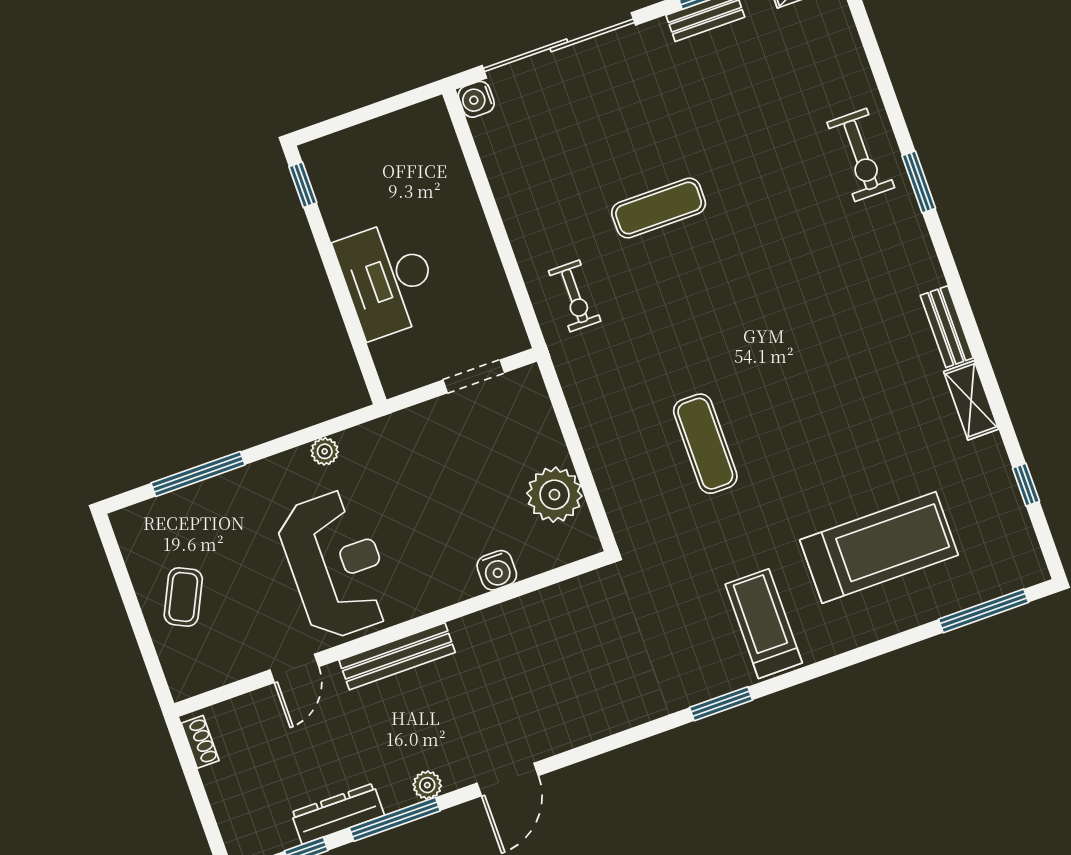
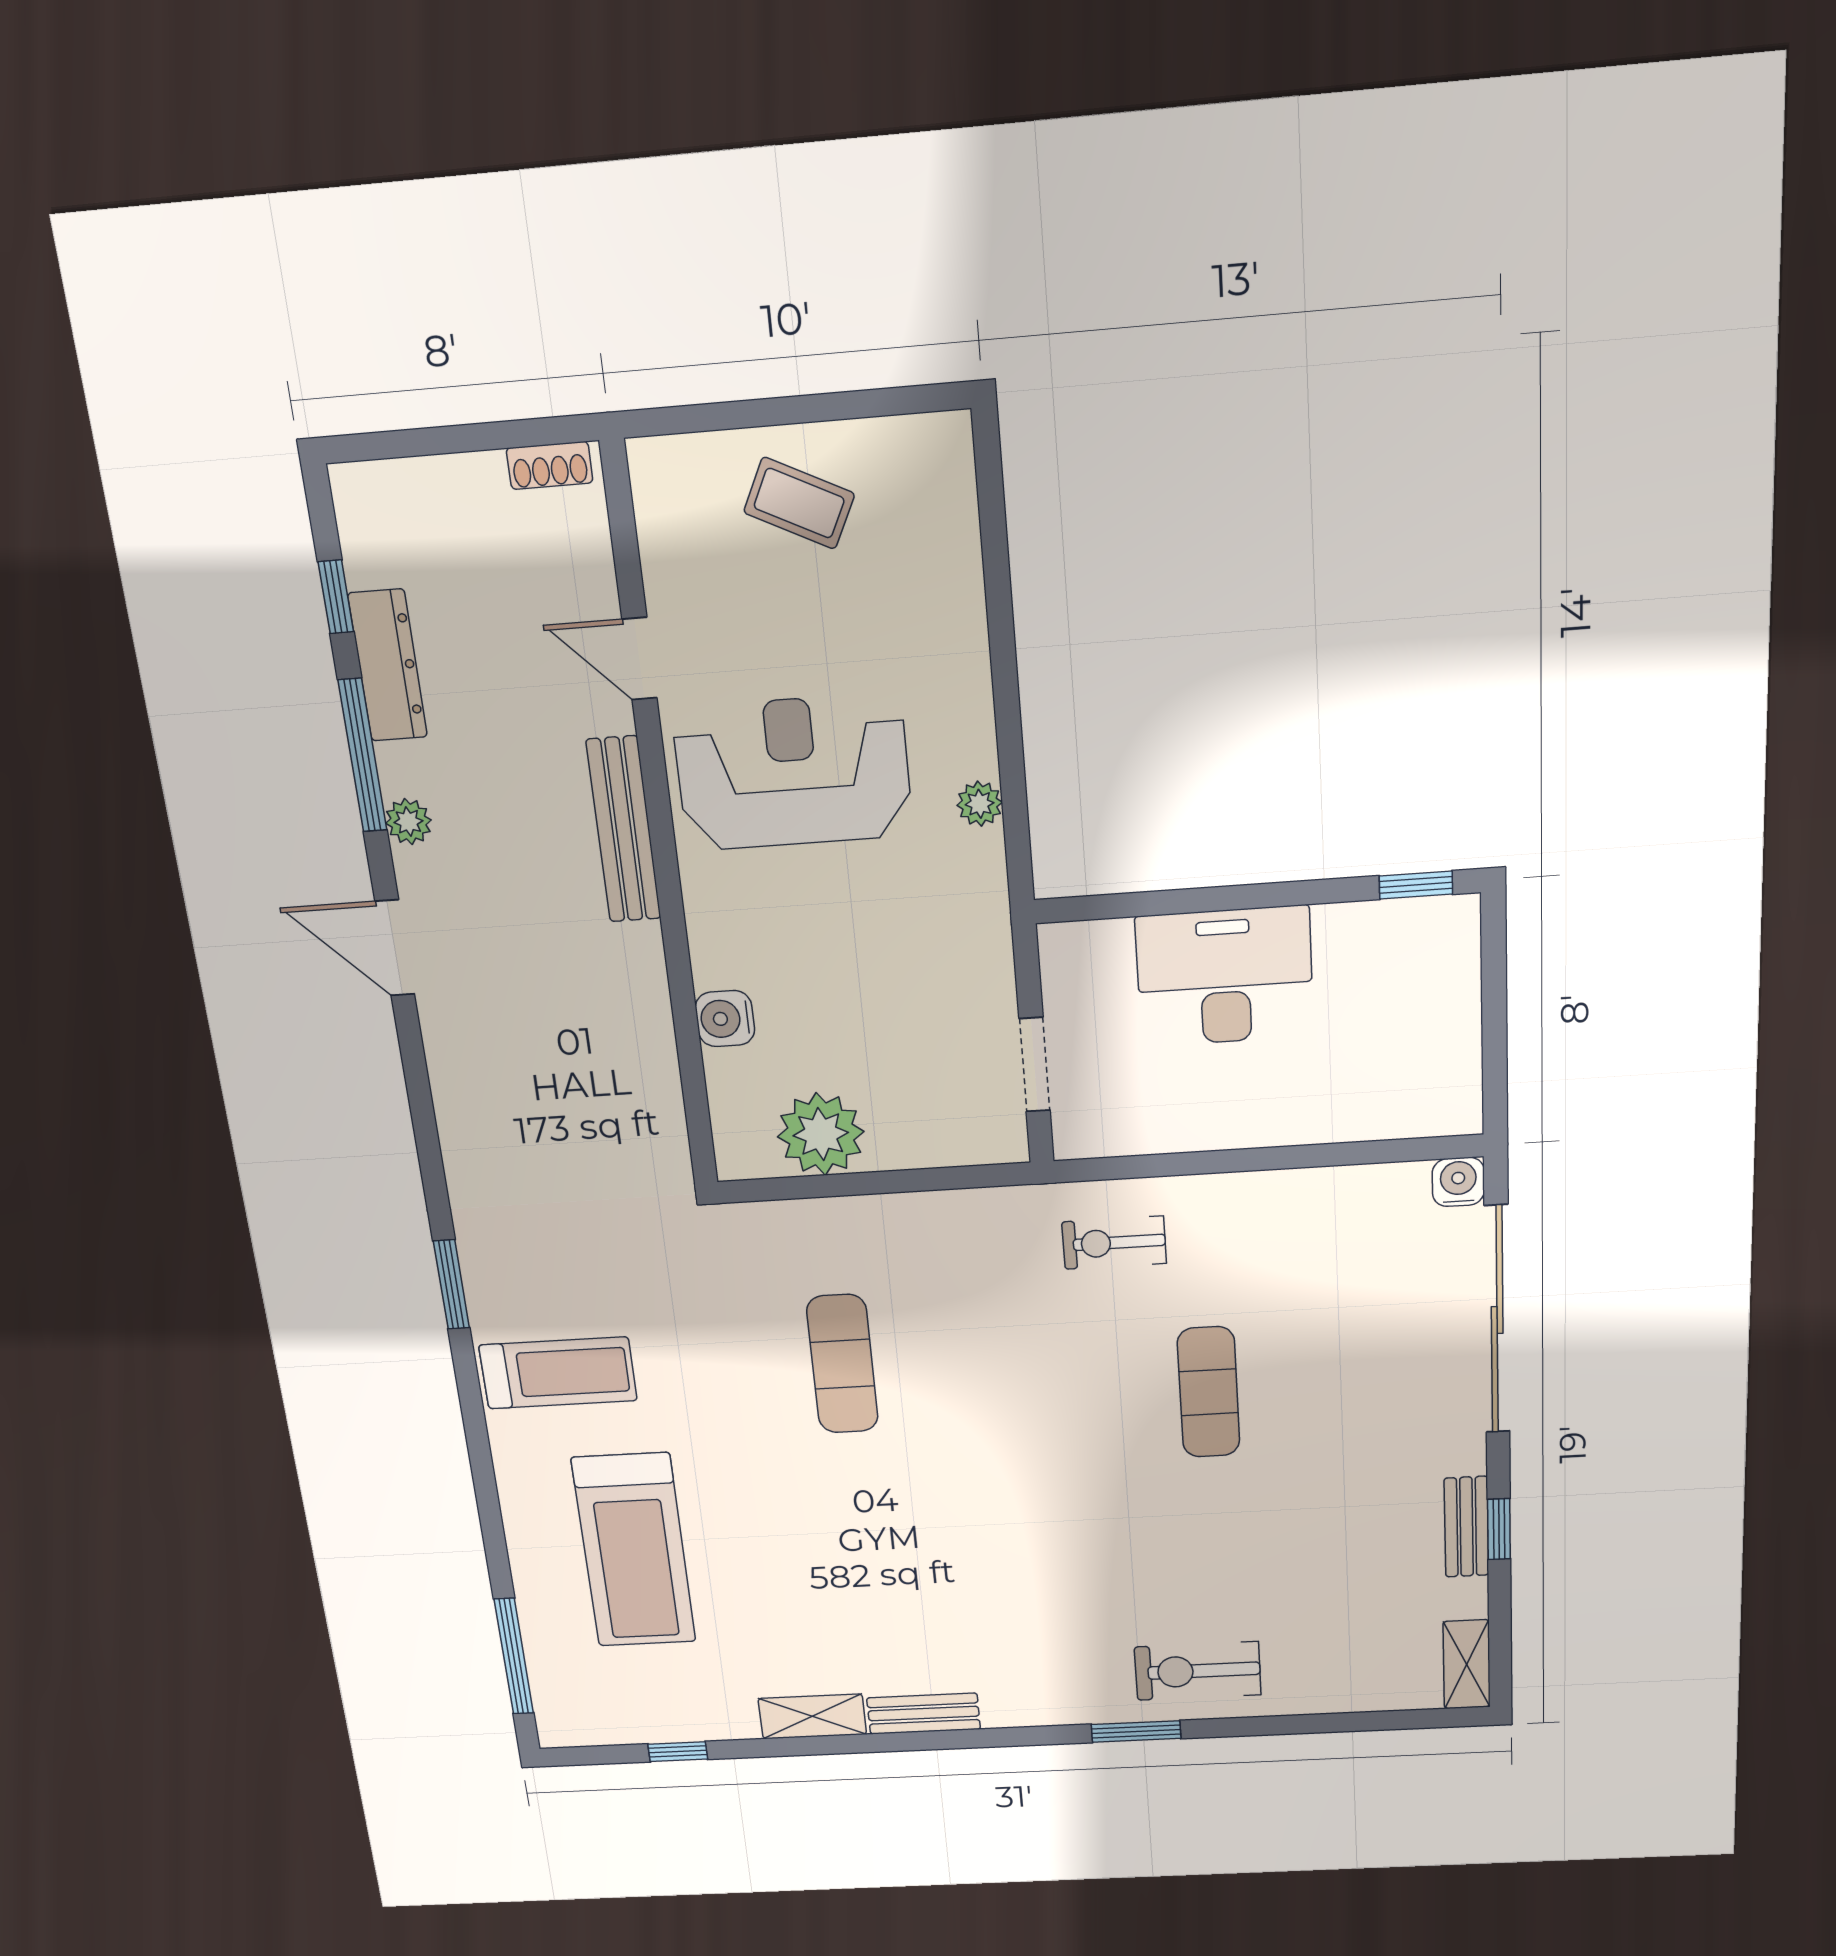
exercise mat: (705, 444) -> (842, 1364), turned 90
window: (198, 474) -> (998, 585), removed
reception desk: (336, 565) -> (793, 772), turned 180

